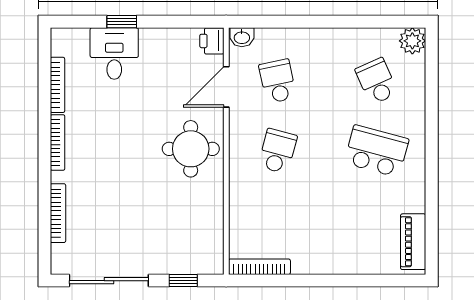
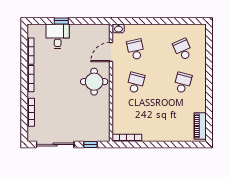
printer: (212, 41) -> (104, 30), removed
plant: (412, 41) -> (200, 30), removed
school desk: (377, 151) -> (183, 83), width x0.54

